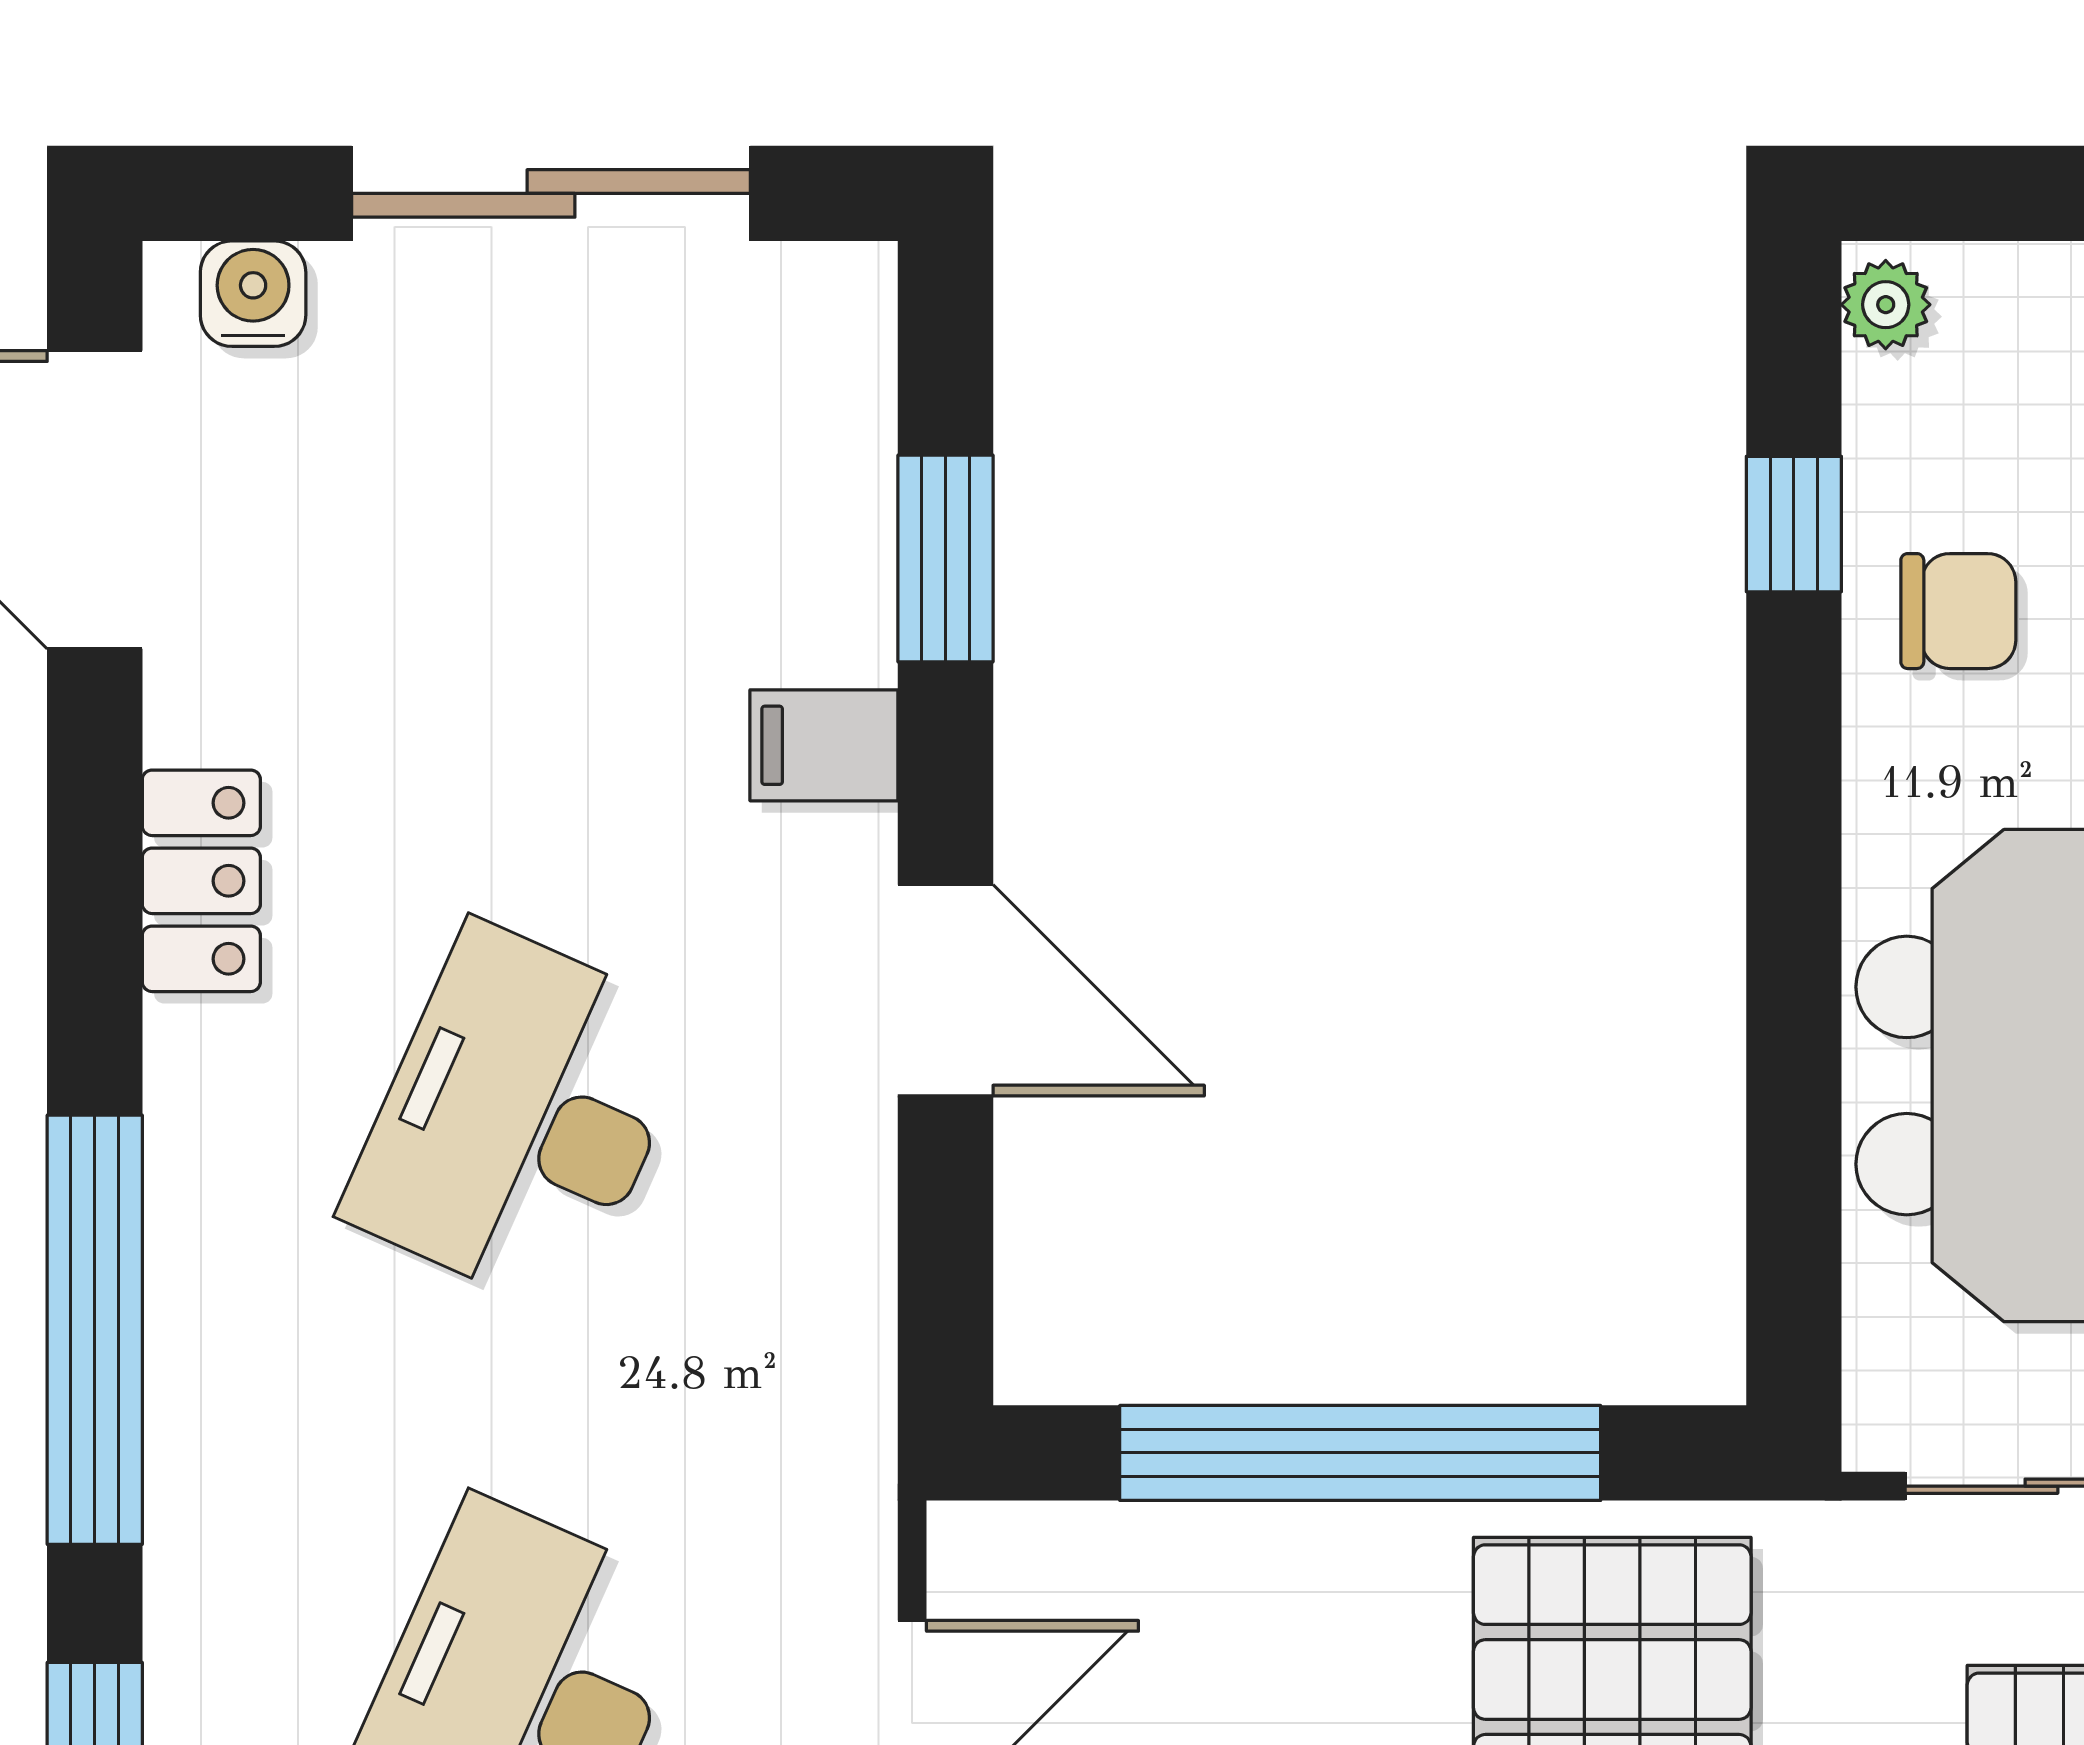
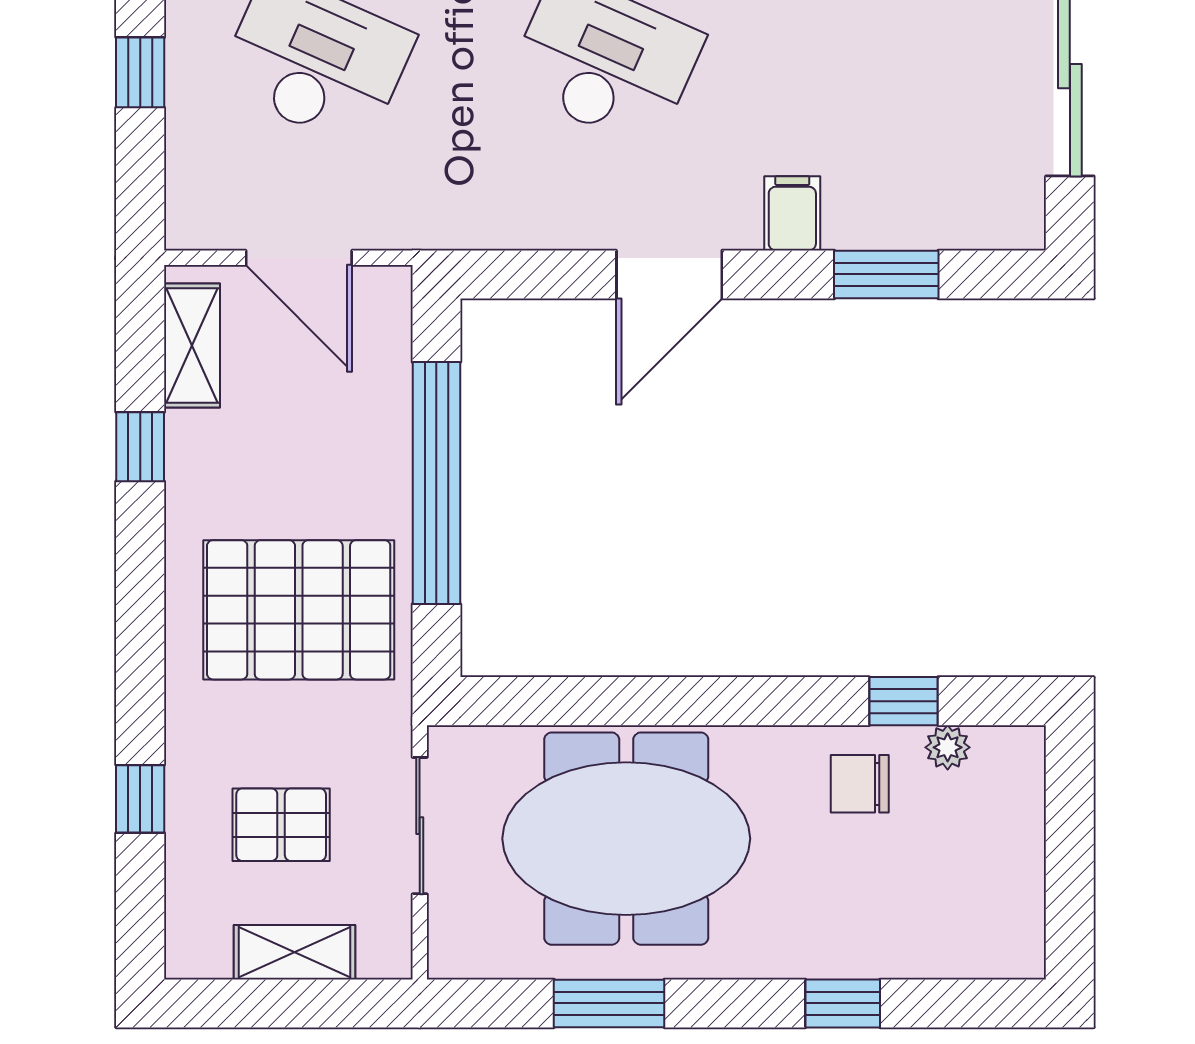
plant: (1886, 305) -> (948, 747), moved
chair: (1958, 611) -> (860, 784), turned 90

